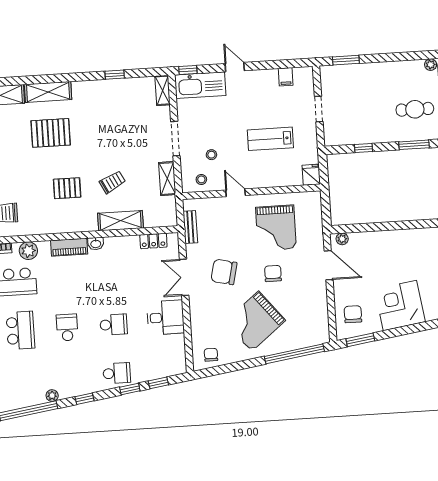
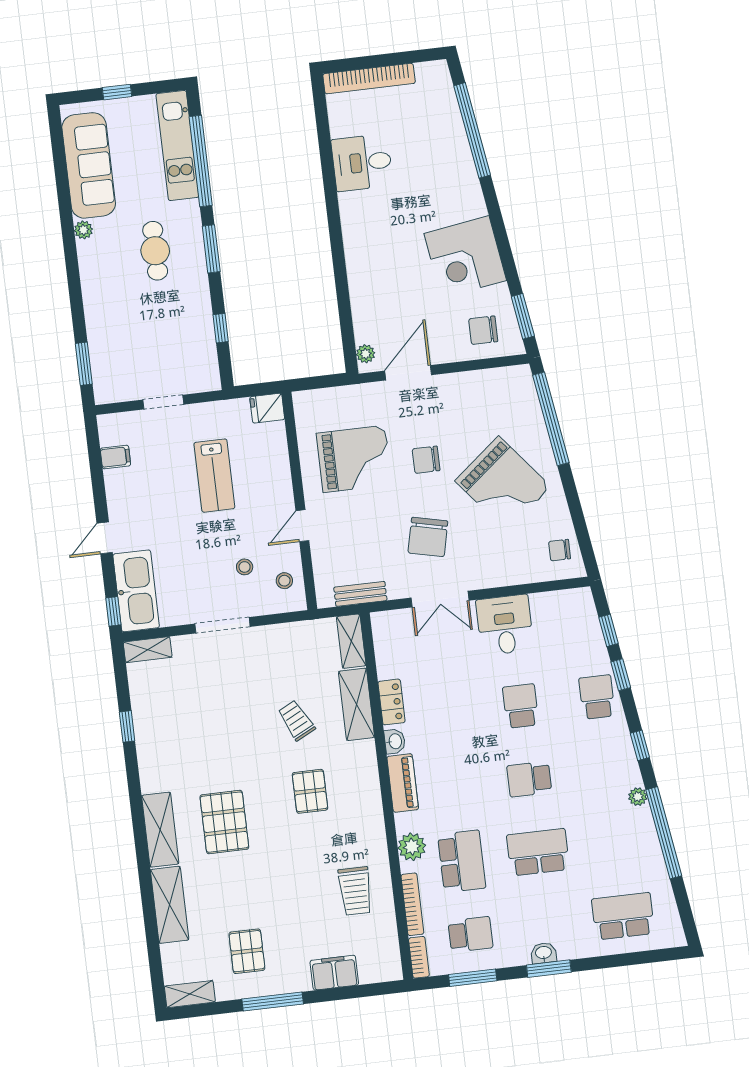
shelving: (167, 179) -> (351, 641), moved, turned 90
locker: (153, 241) -> (392, 702), moved

